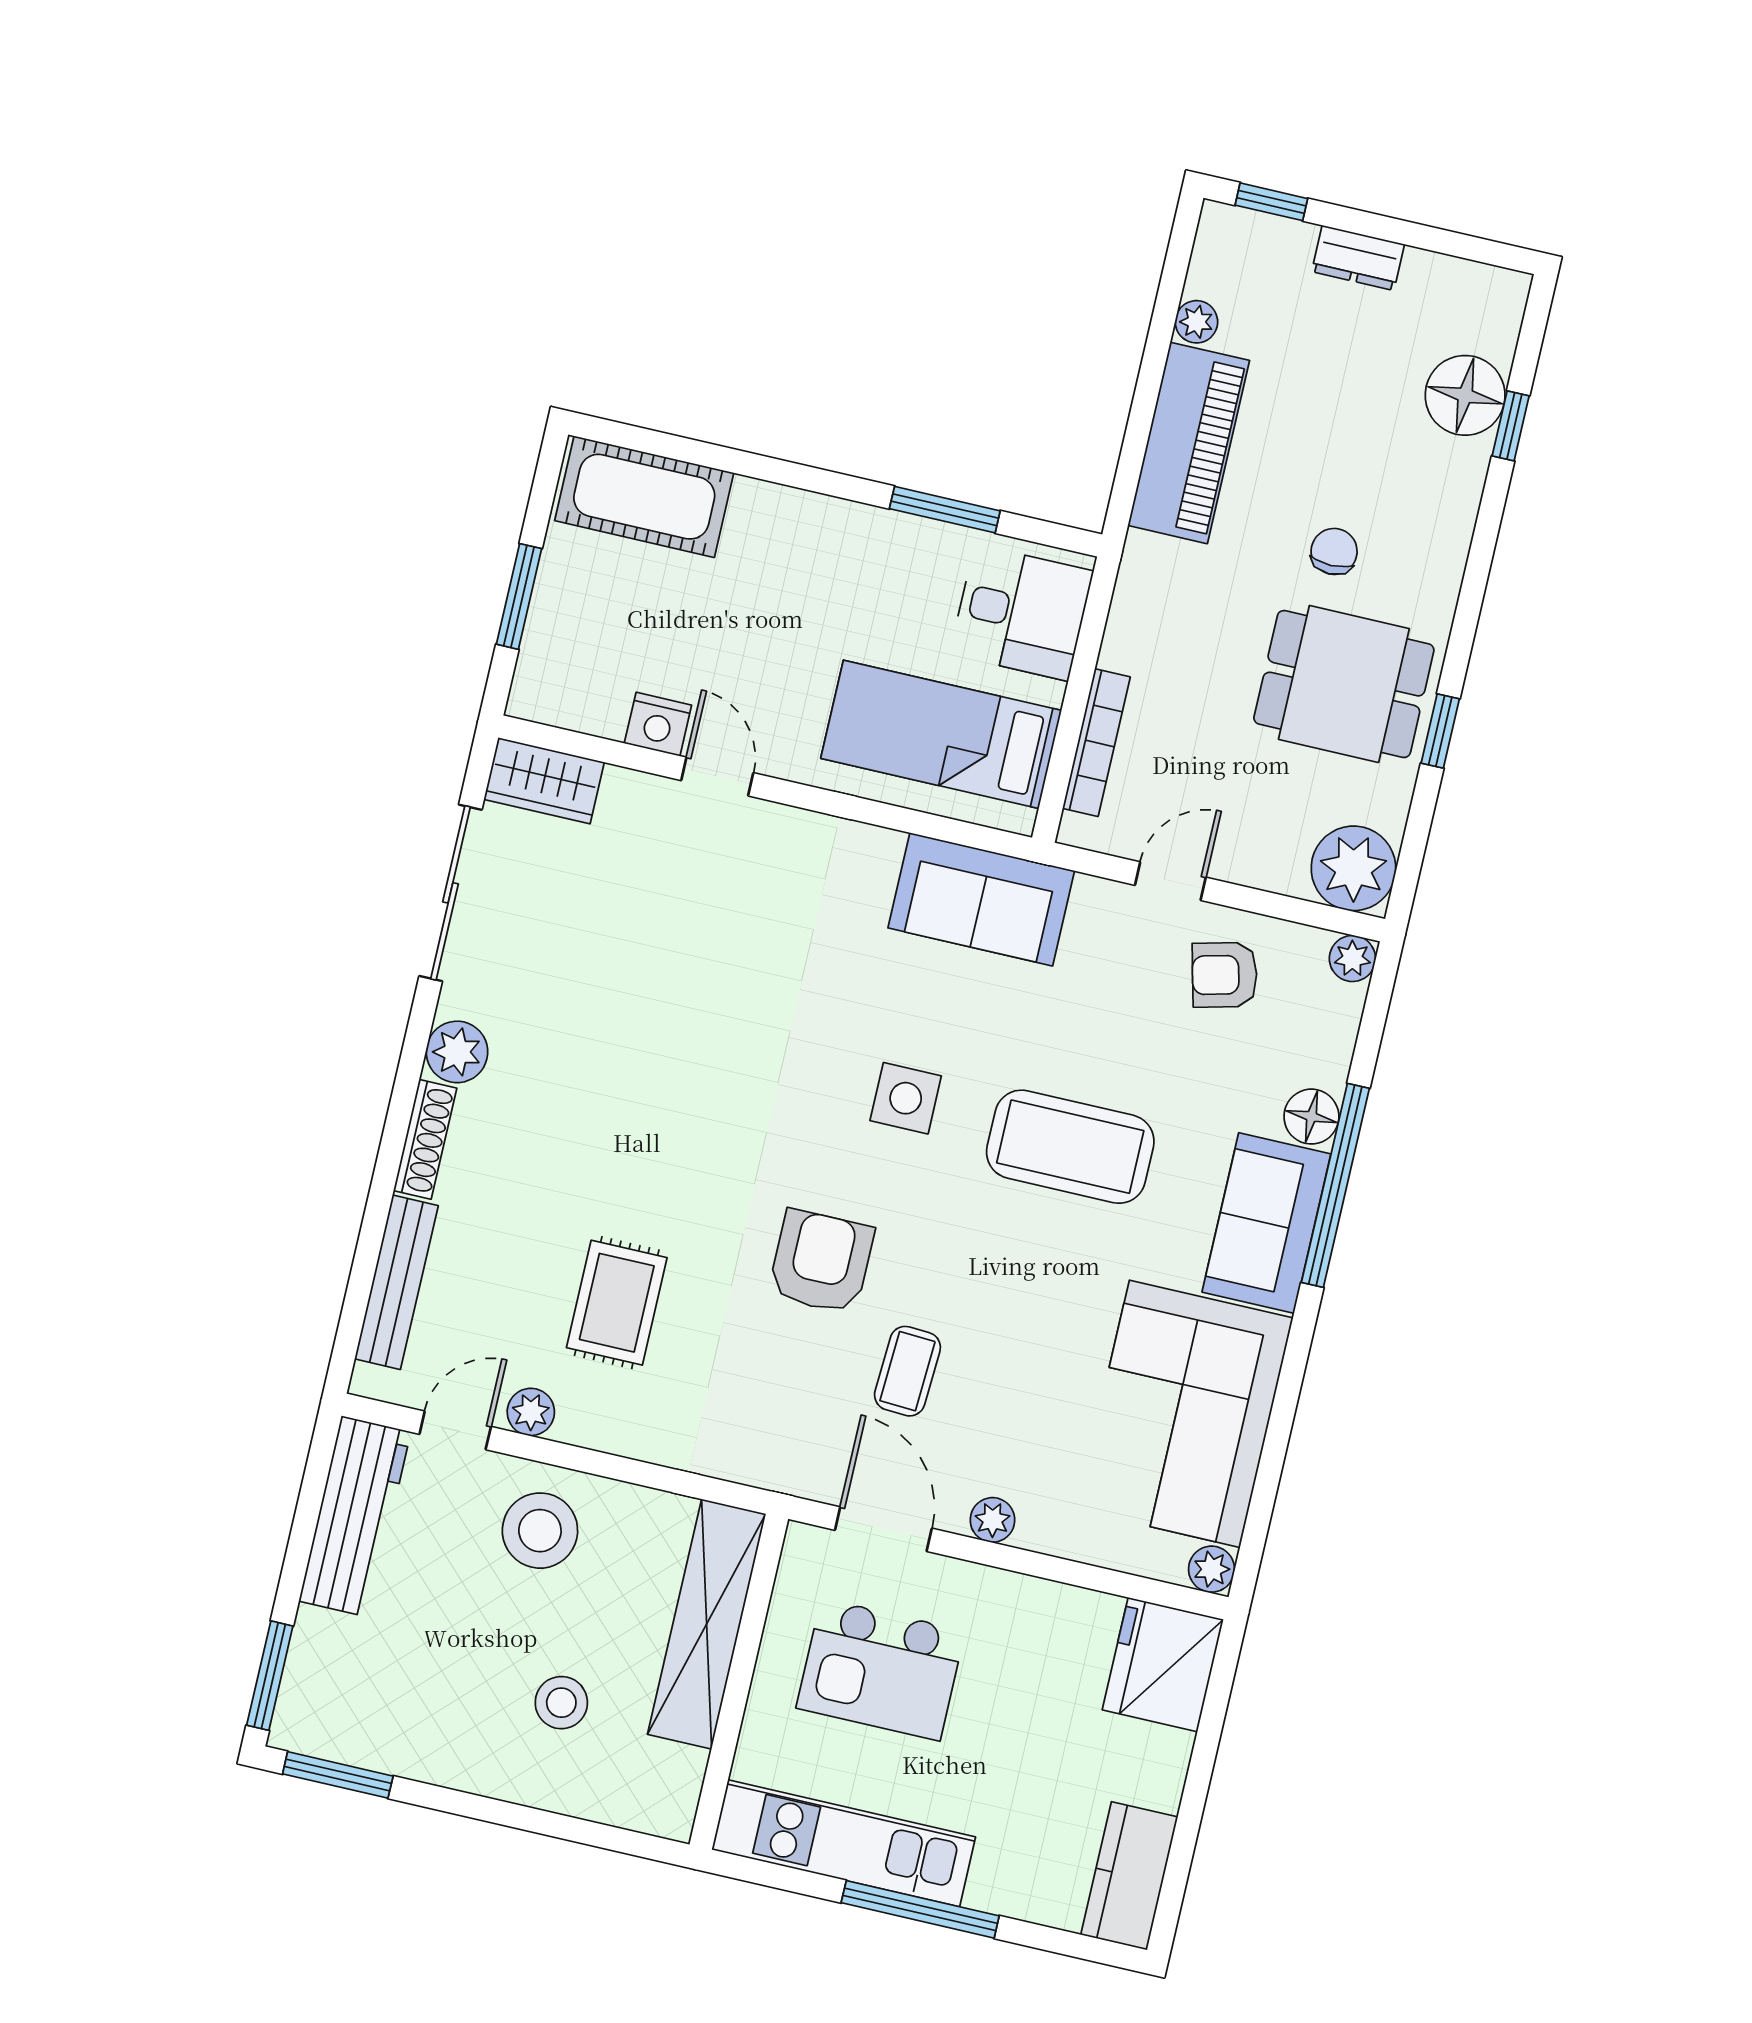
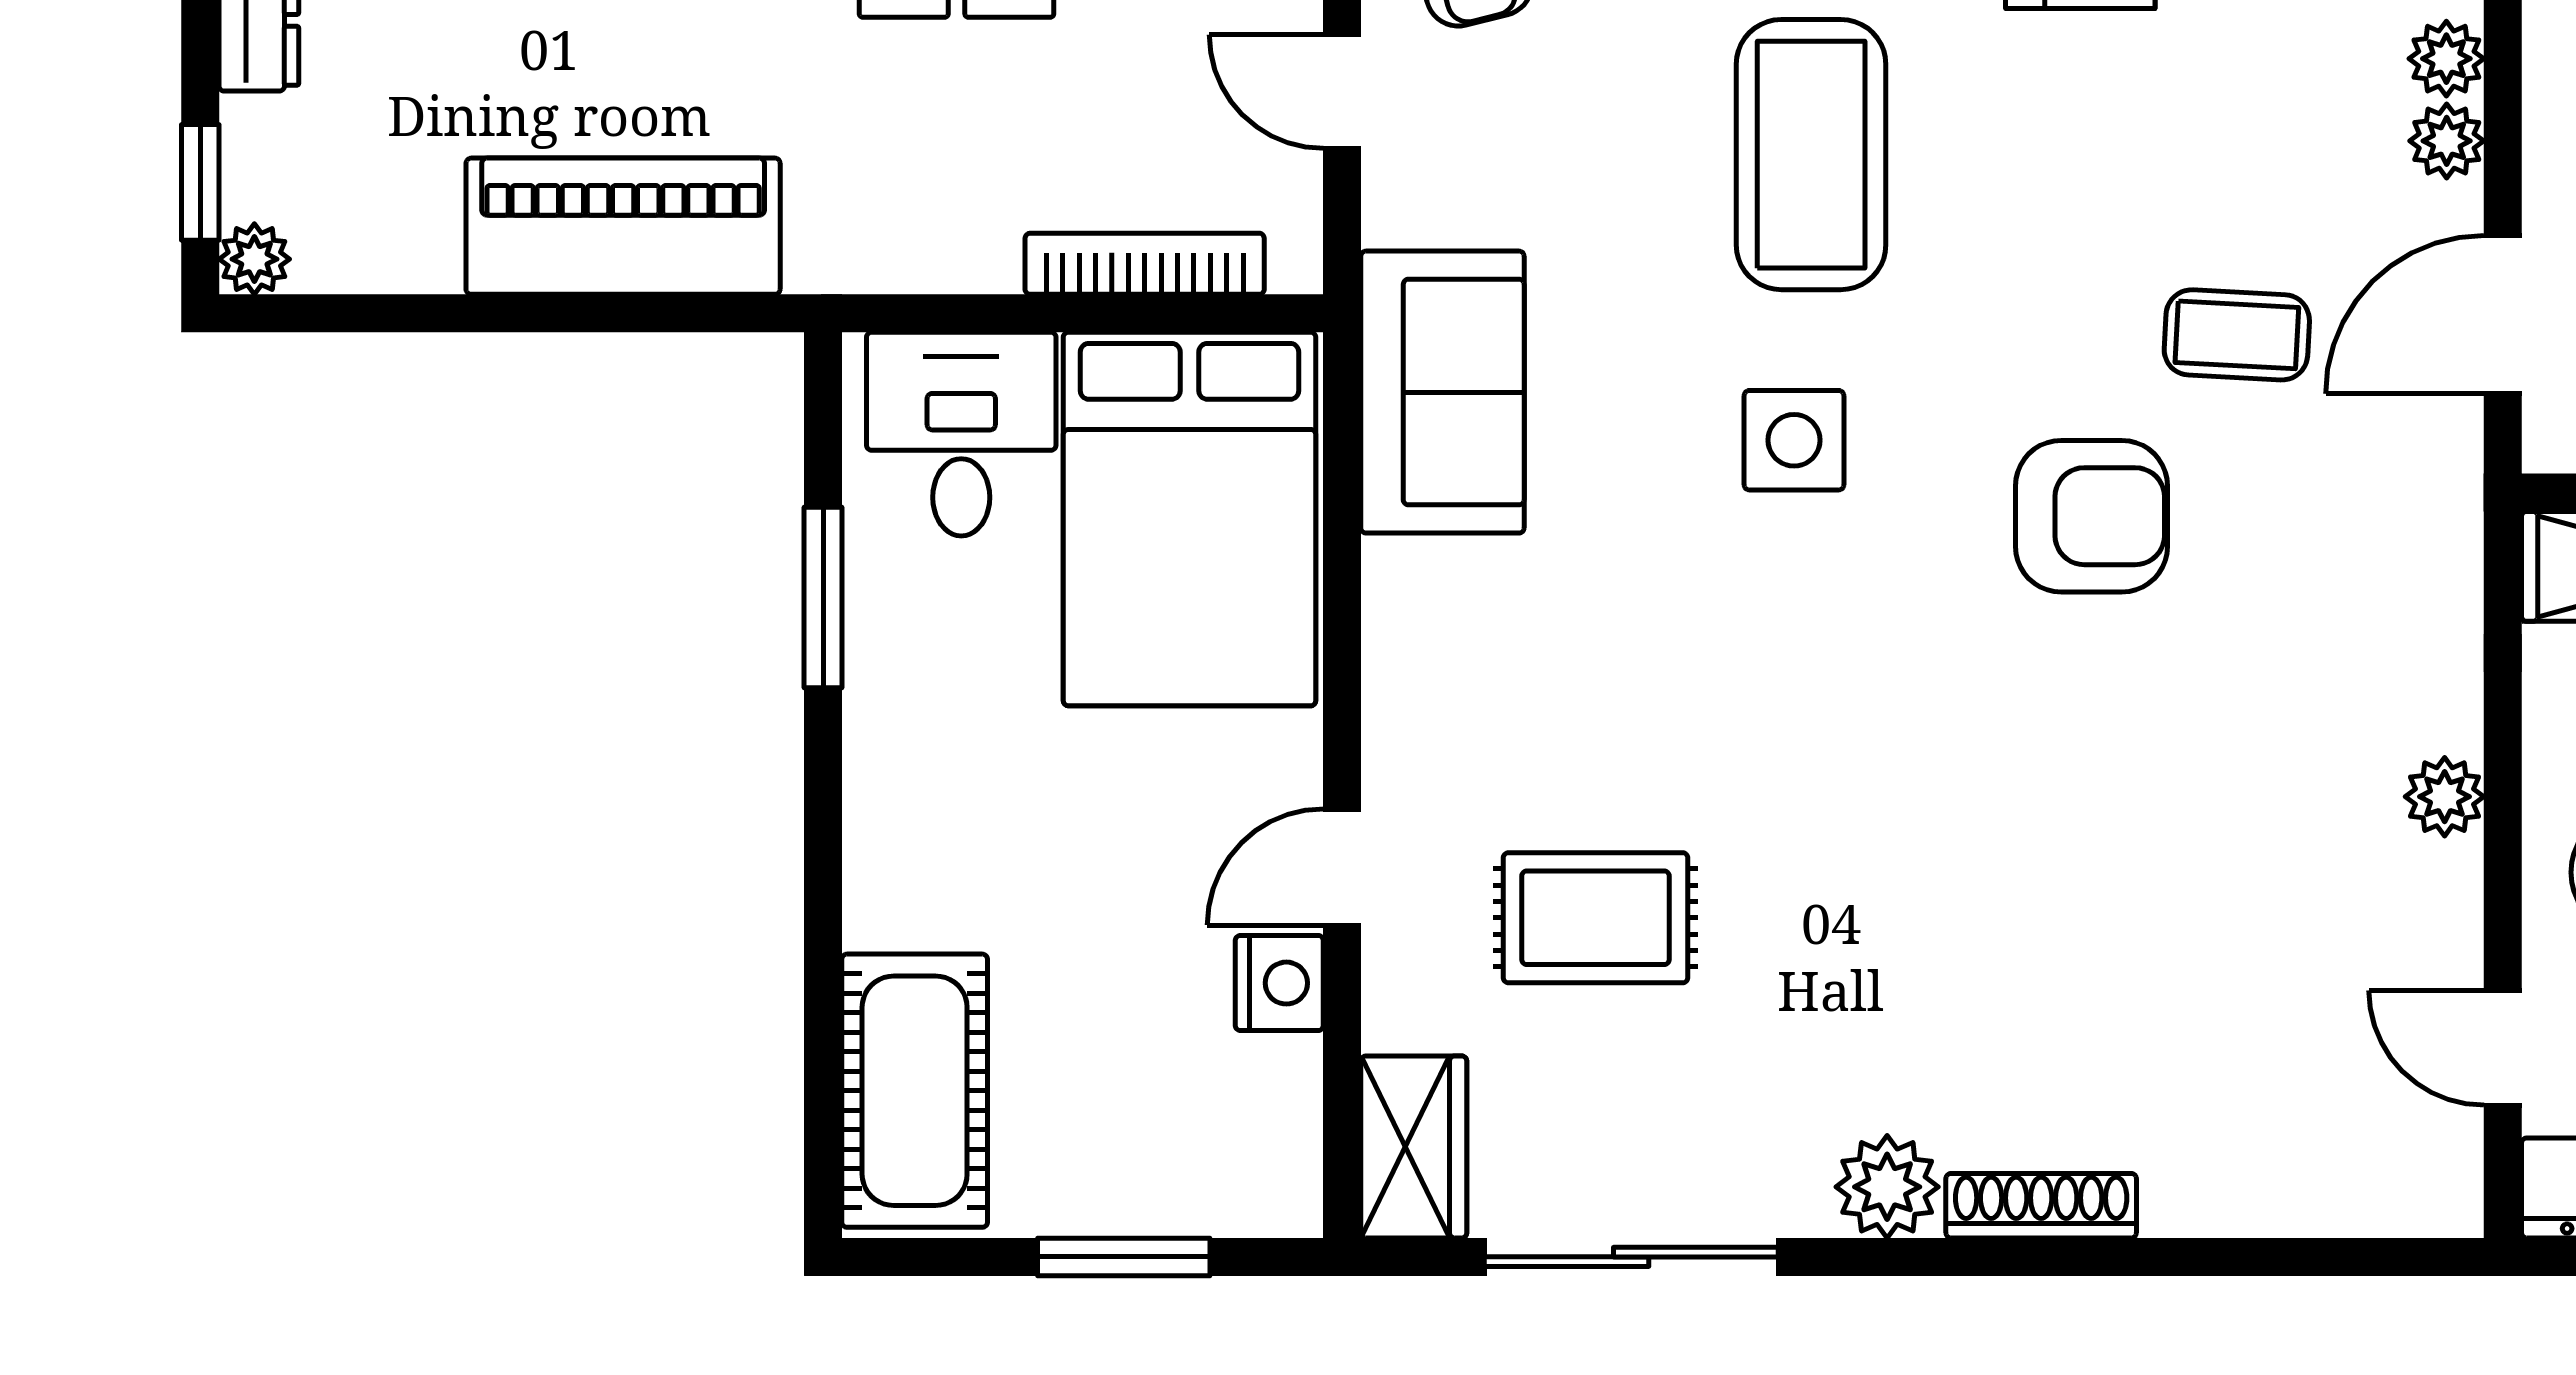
plant: (1196, 322) -> (254, 259), moved
bed: (941, 734) -> (1190, 519), width x1.50
armchair: (821, 1262) -> (2092, 516), turned 180
bench: (396, 1282) -> (2284, 1199), removed
rug: (617, 1303) -> (1596, 918), moved
plant: (531, 1412) -> (2445, 797), moved
plant: (1041, 1531) -> (2446, 59), added

